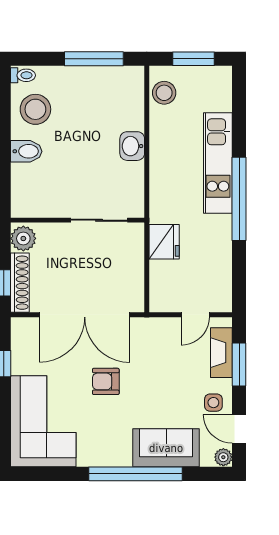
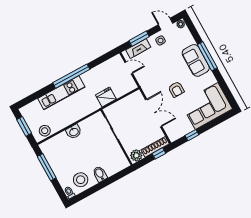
double door: (85, 315) -> (154, 113), width x0.73
door: (239, 429) -> (165, 24), swing flipped
sofa: (166, 448) -> (196, 60), moved
window: (136, 474) -> (207, 56), width x0.68

